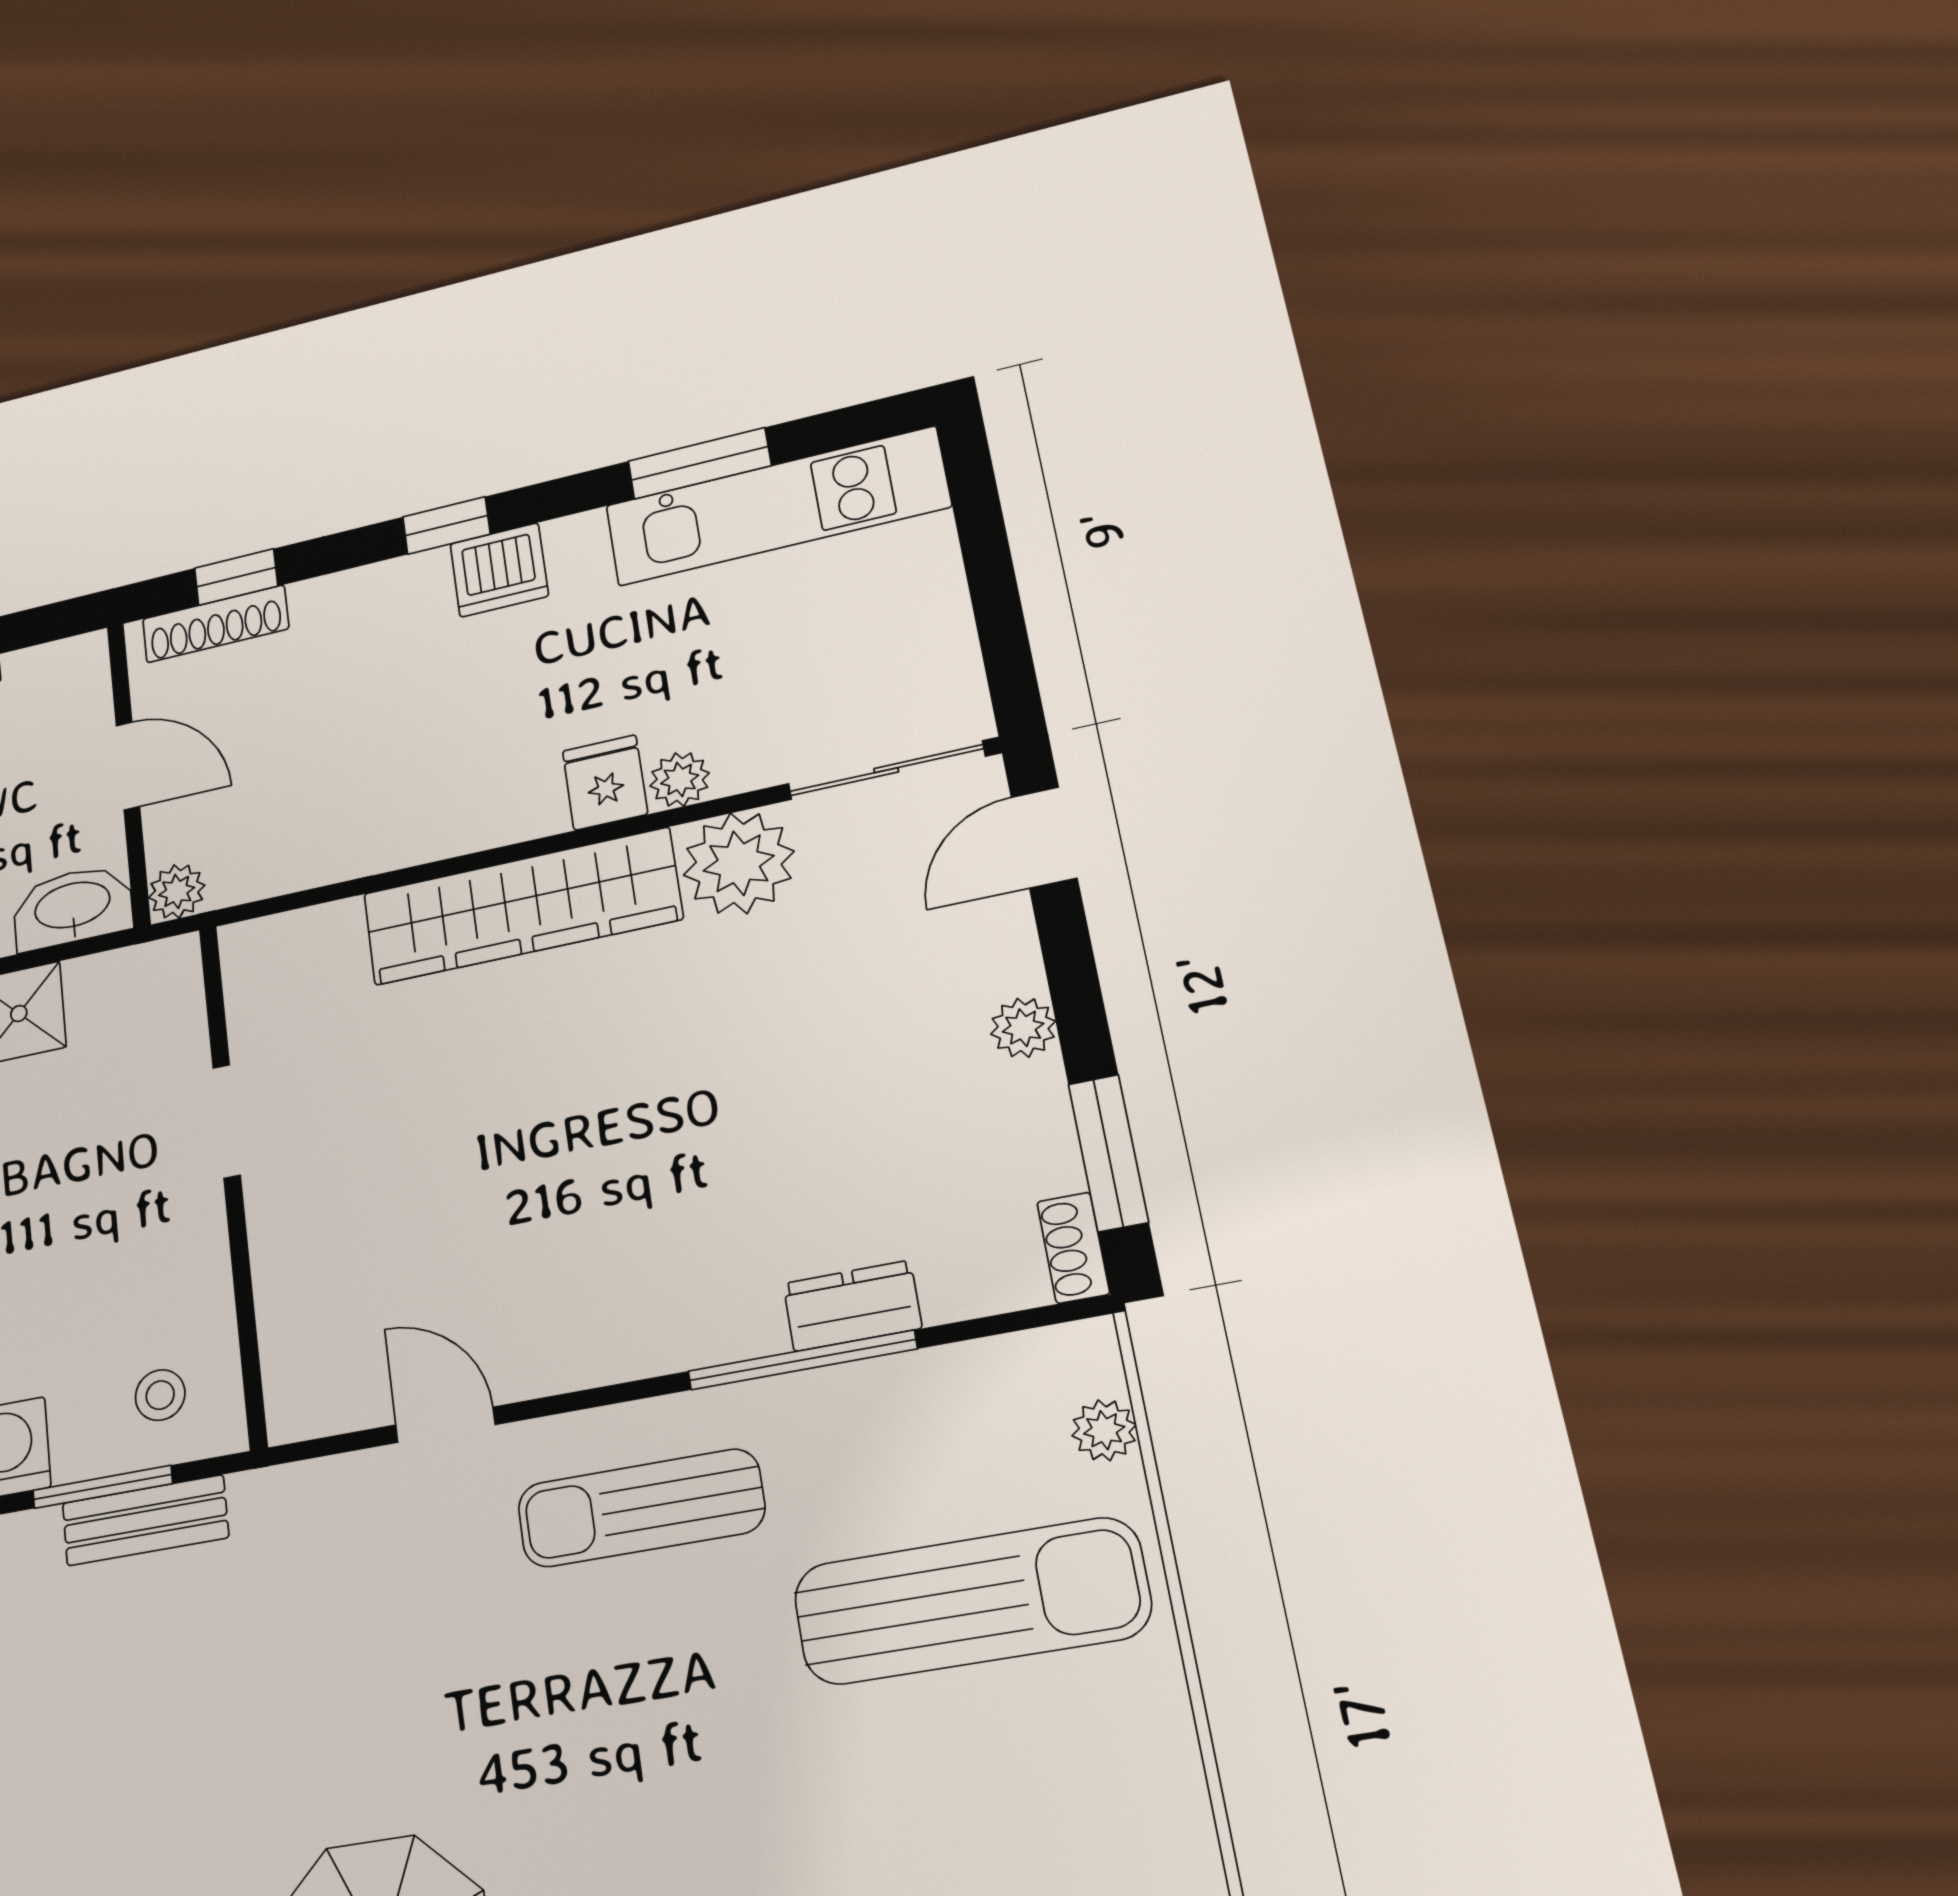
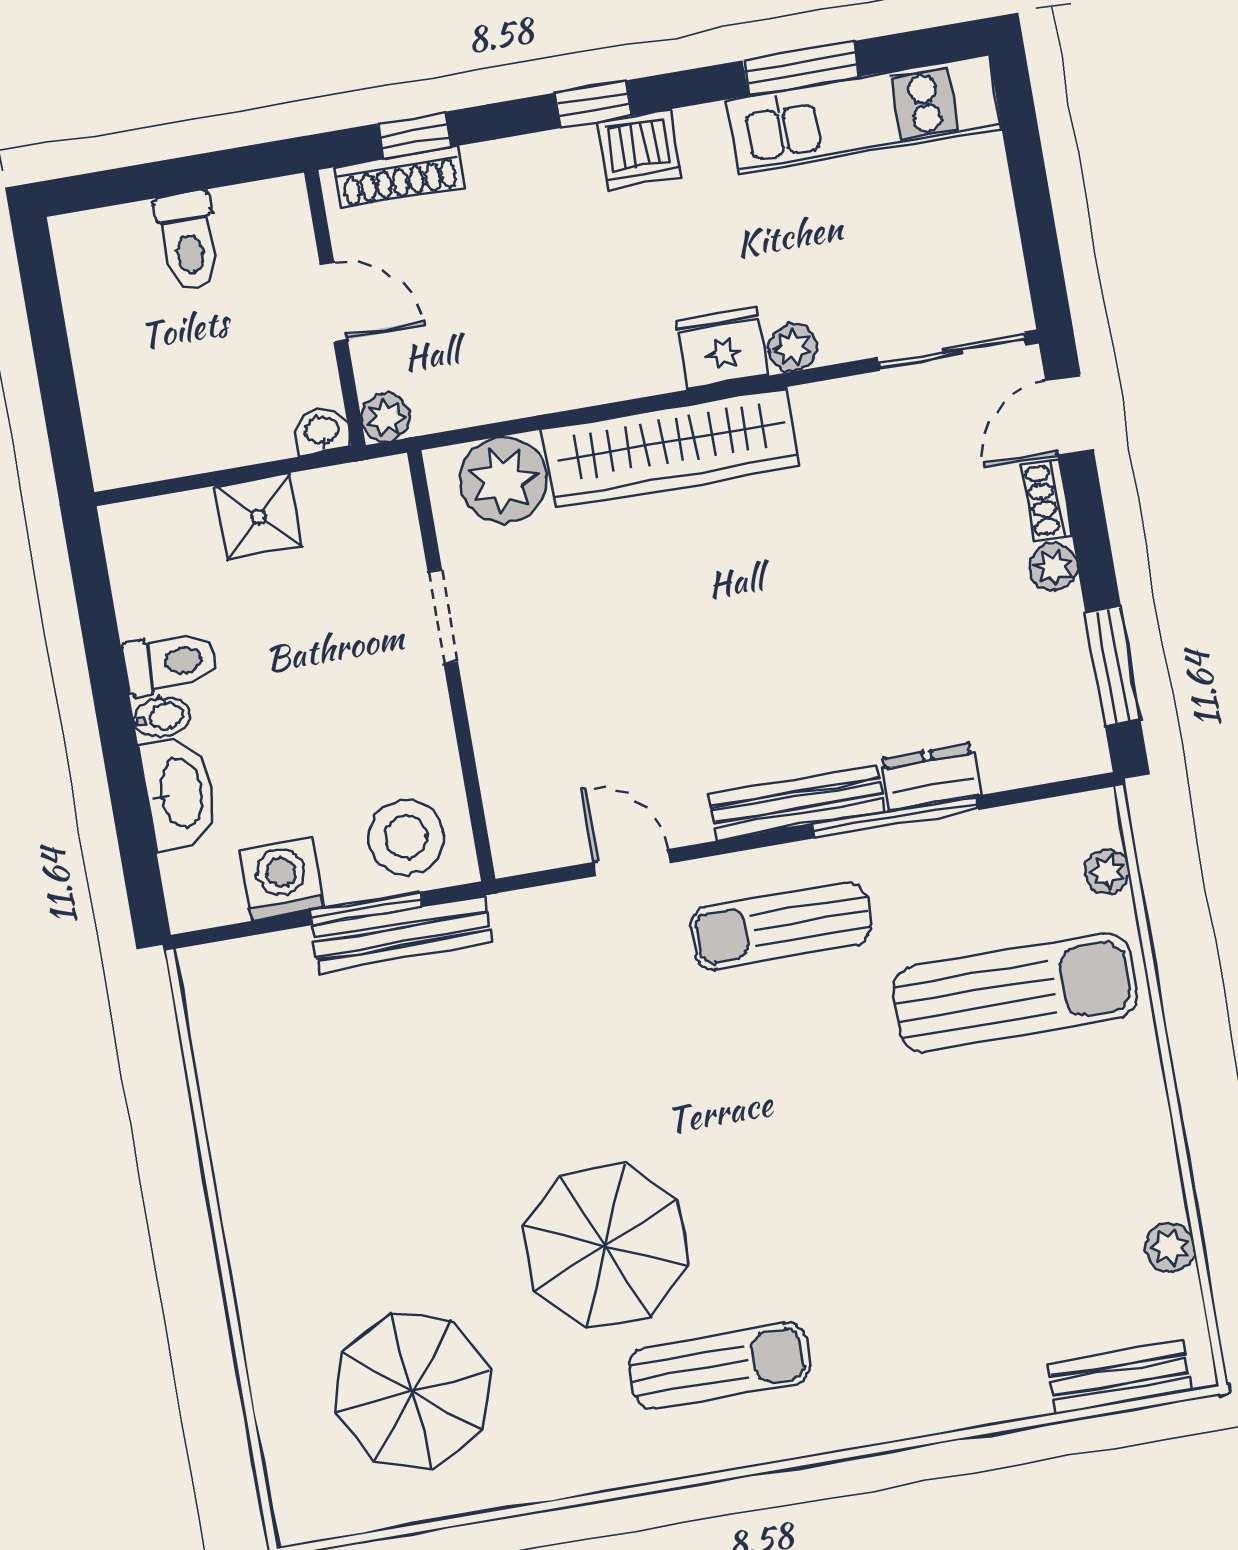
fridge: (605, 782) -> (722, 348), width x1.38
plant: (739, 863) -> (503, 480), moved
washbasin: (73, 907) -> (322, 431), width x0.52, depth x0.69
shoe rack: (1073, 1248) -> (1047, 499), moved
bench: (668, 1343) -> (797, 803), added
stool: (160, 1395) -> (406, 837), width x1.89, depth x1.89
bench: (145, 1520) -> (402, 934), width x1.36

